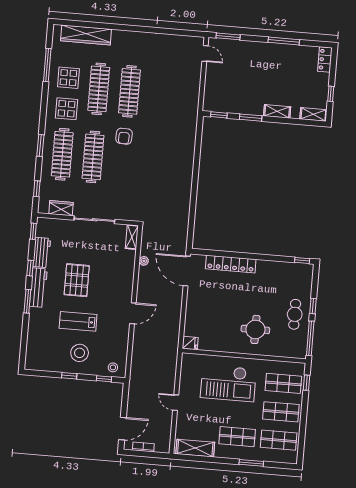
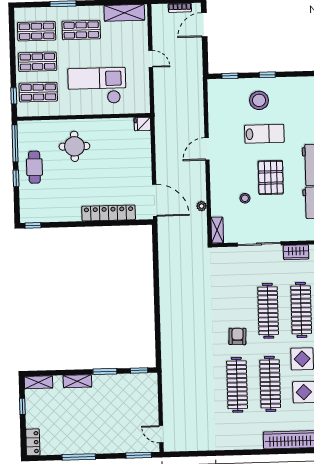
stool: (113, 367) -> (245, 198), moved

